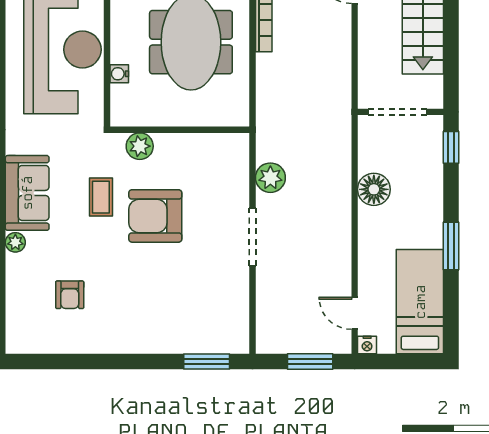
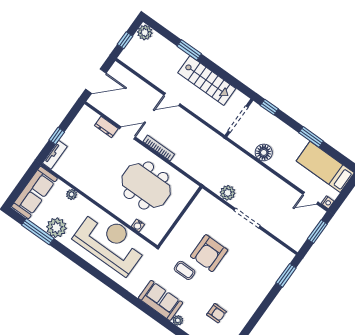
plant: (140, 146) -> (175, 239), removed

